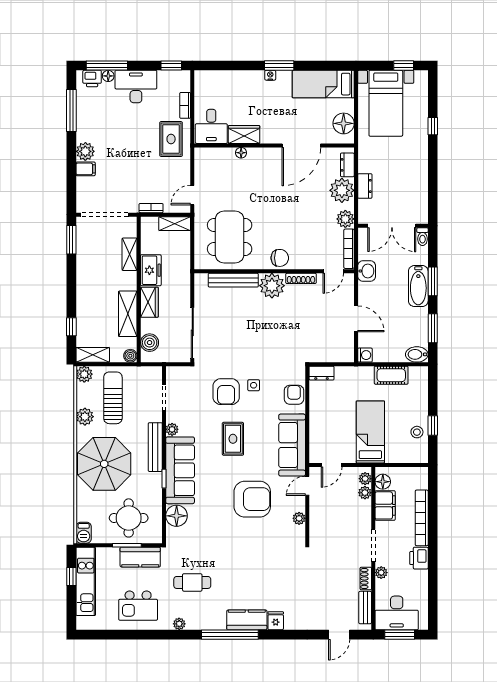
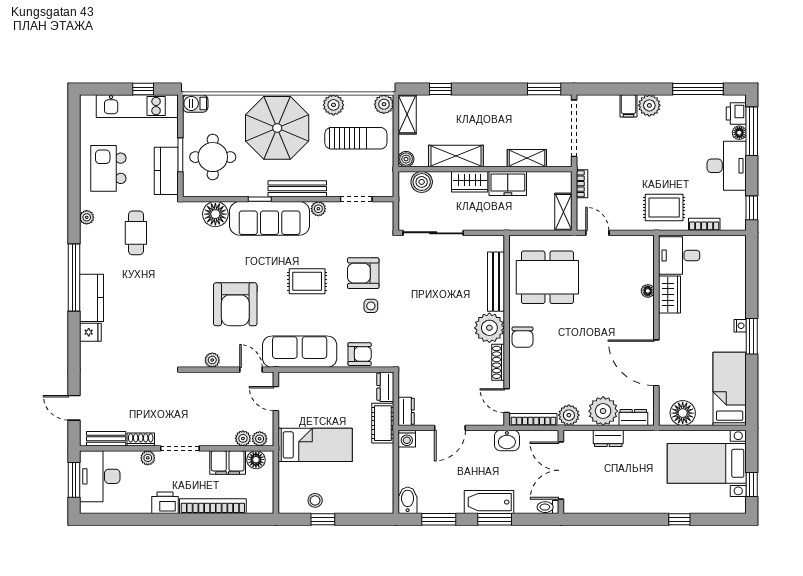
dresser: (342, 356) -> (406, 411), added
cot: (391, 375) -> (383, 423), moved

